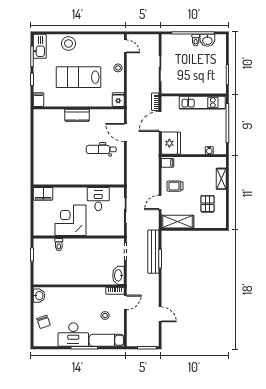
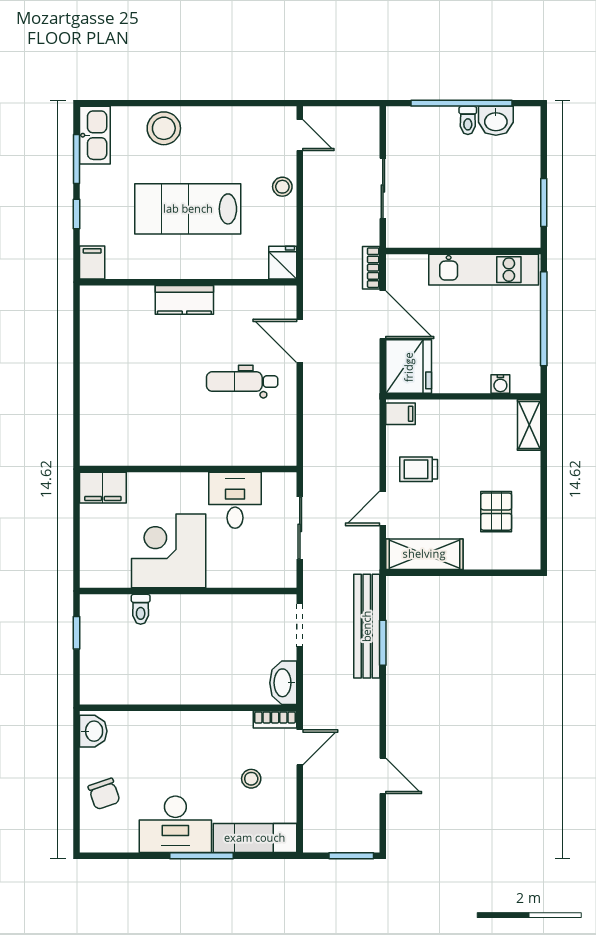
door: (160, 121) -> (383, 315), swing flipped
shelving: (221, 179) -> (529, 425), moved

